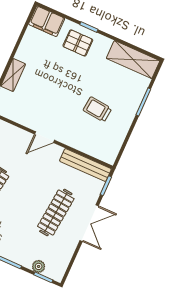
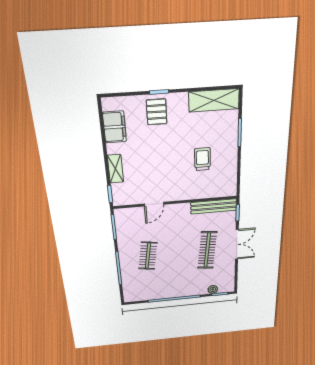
filing cabinet: (47, 21) -> (114, 127), moved, turned -90
pallet: (78, 43) -> (157, 112), turned 90
trolley: (97, 109) -> (202, 159), turned 84
door: (45, 137) -> (154, 204), moved

